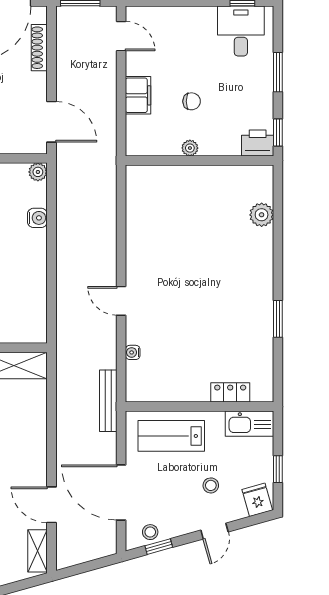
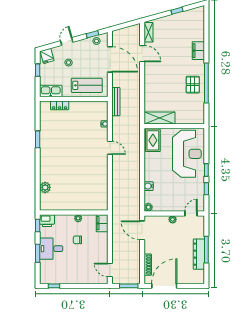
desk: (241, 31) -> (51, 249), moved, turned 90
filing cabinet: (138, 95) -> (102, 223), moved
rug: (28, 317) -> (153, 140), added

